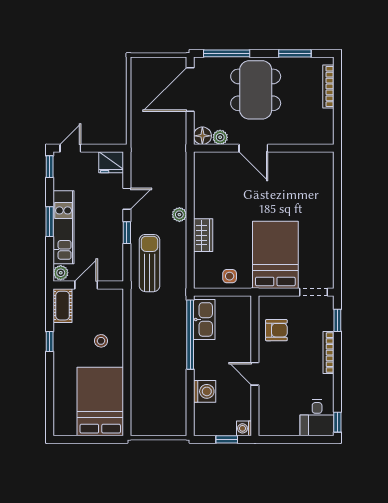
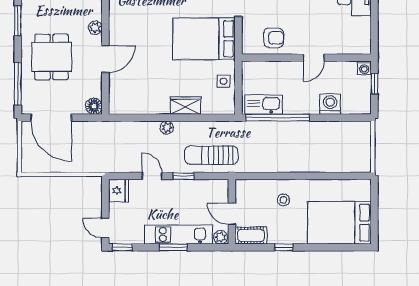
dining table: (256, 90) -> (51, 57), width x0.73
plant: (220, 137) -> (95, 28), moved
armchair: (276, 330) -> (274, 38), turned 90
bed: (100, 402) -> (339, 223), moved

